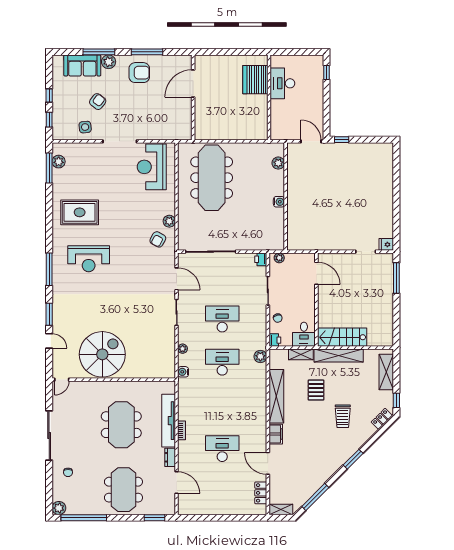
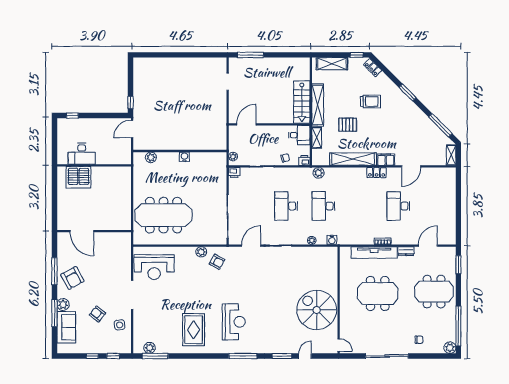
armchair: (139, 73) -> (72, 278), turned 152
fridge: (386, 244) -> (221, 64), removed
locker: (261, 493) -> (377, 173), moved

